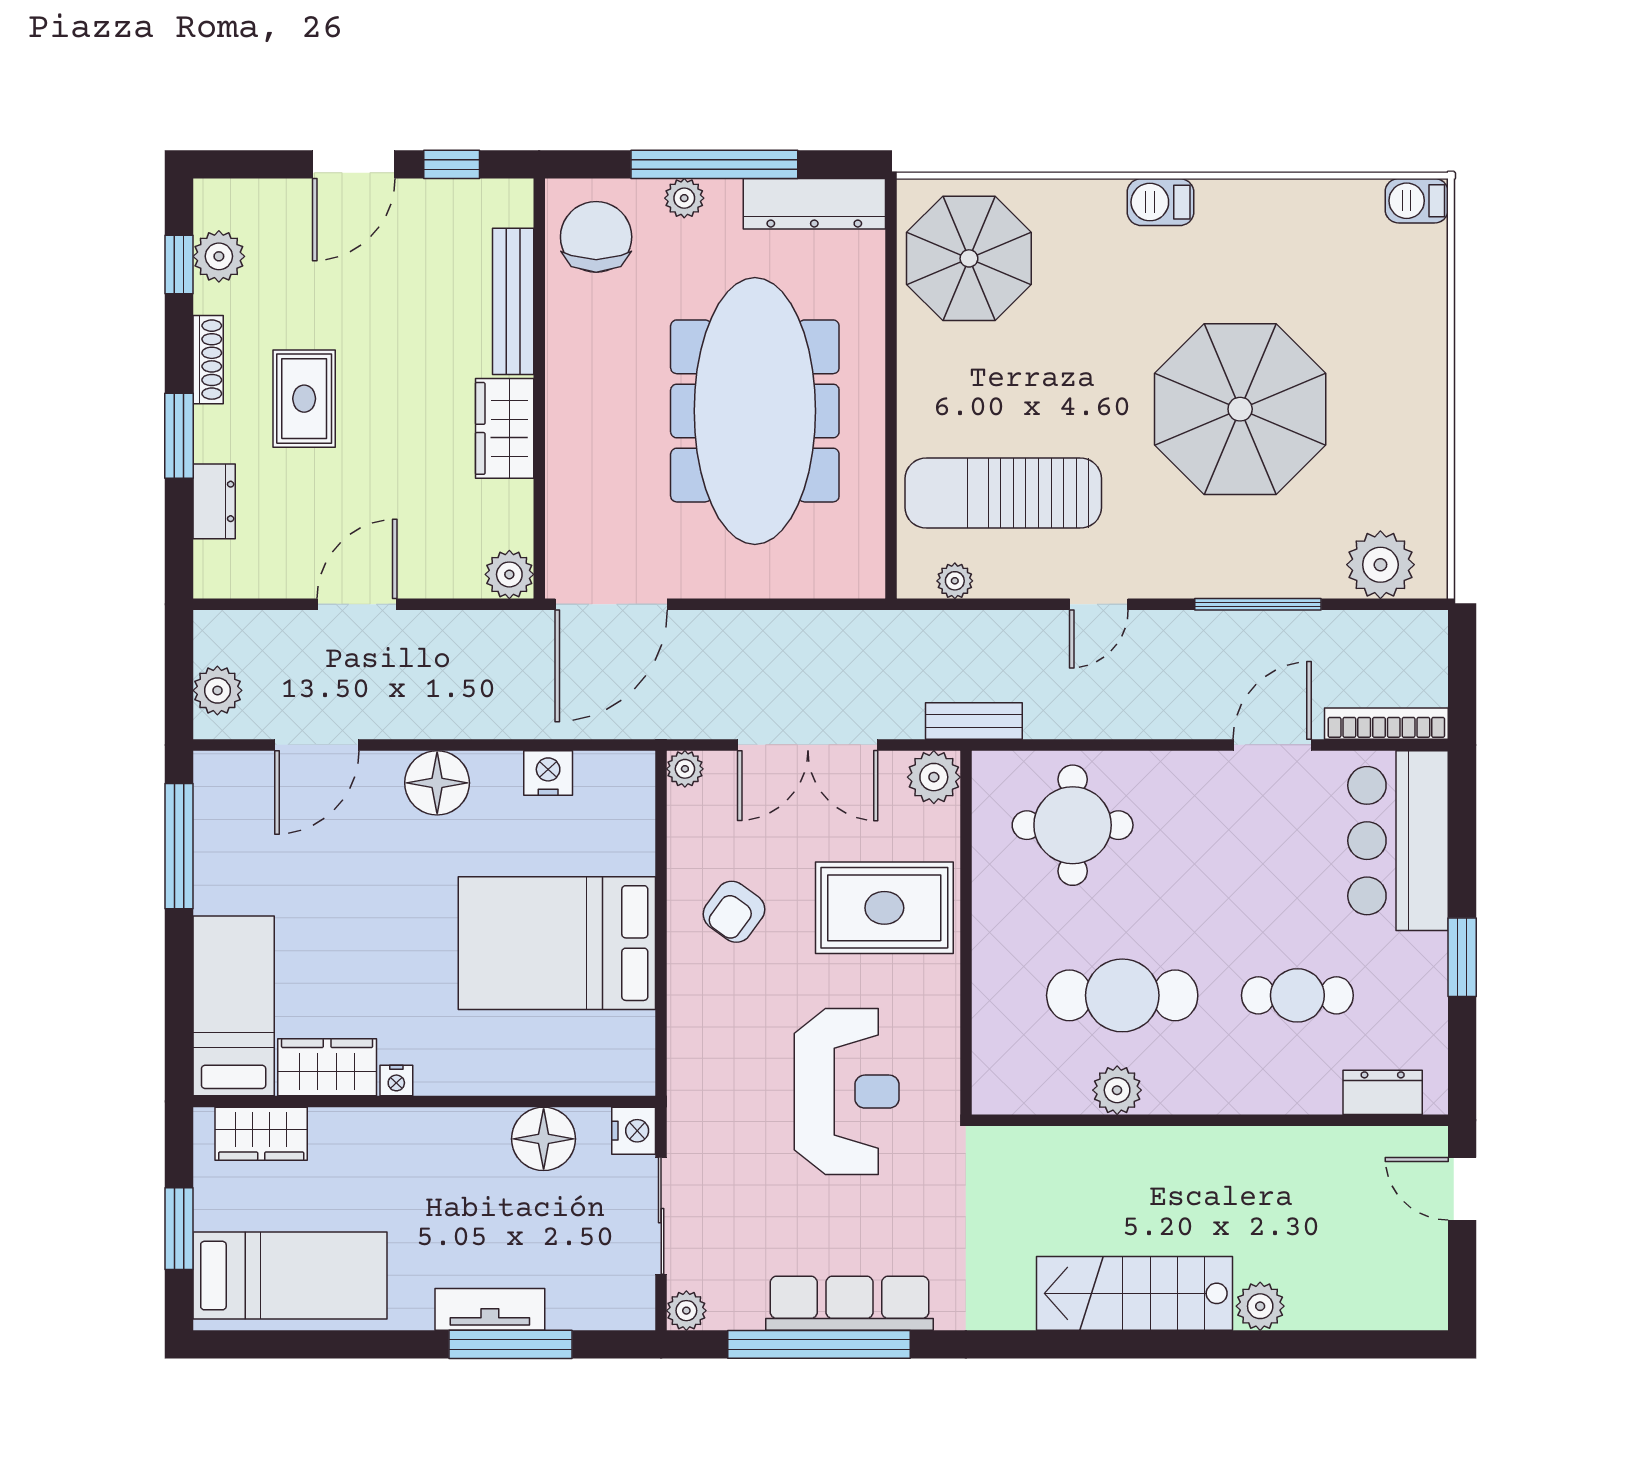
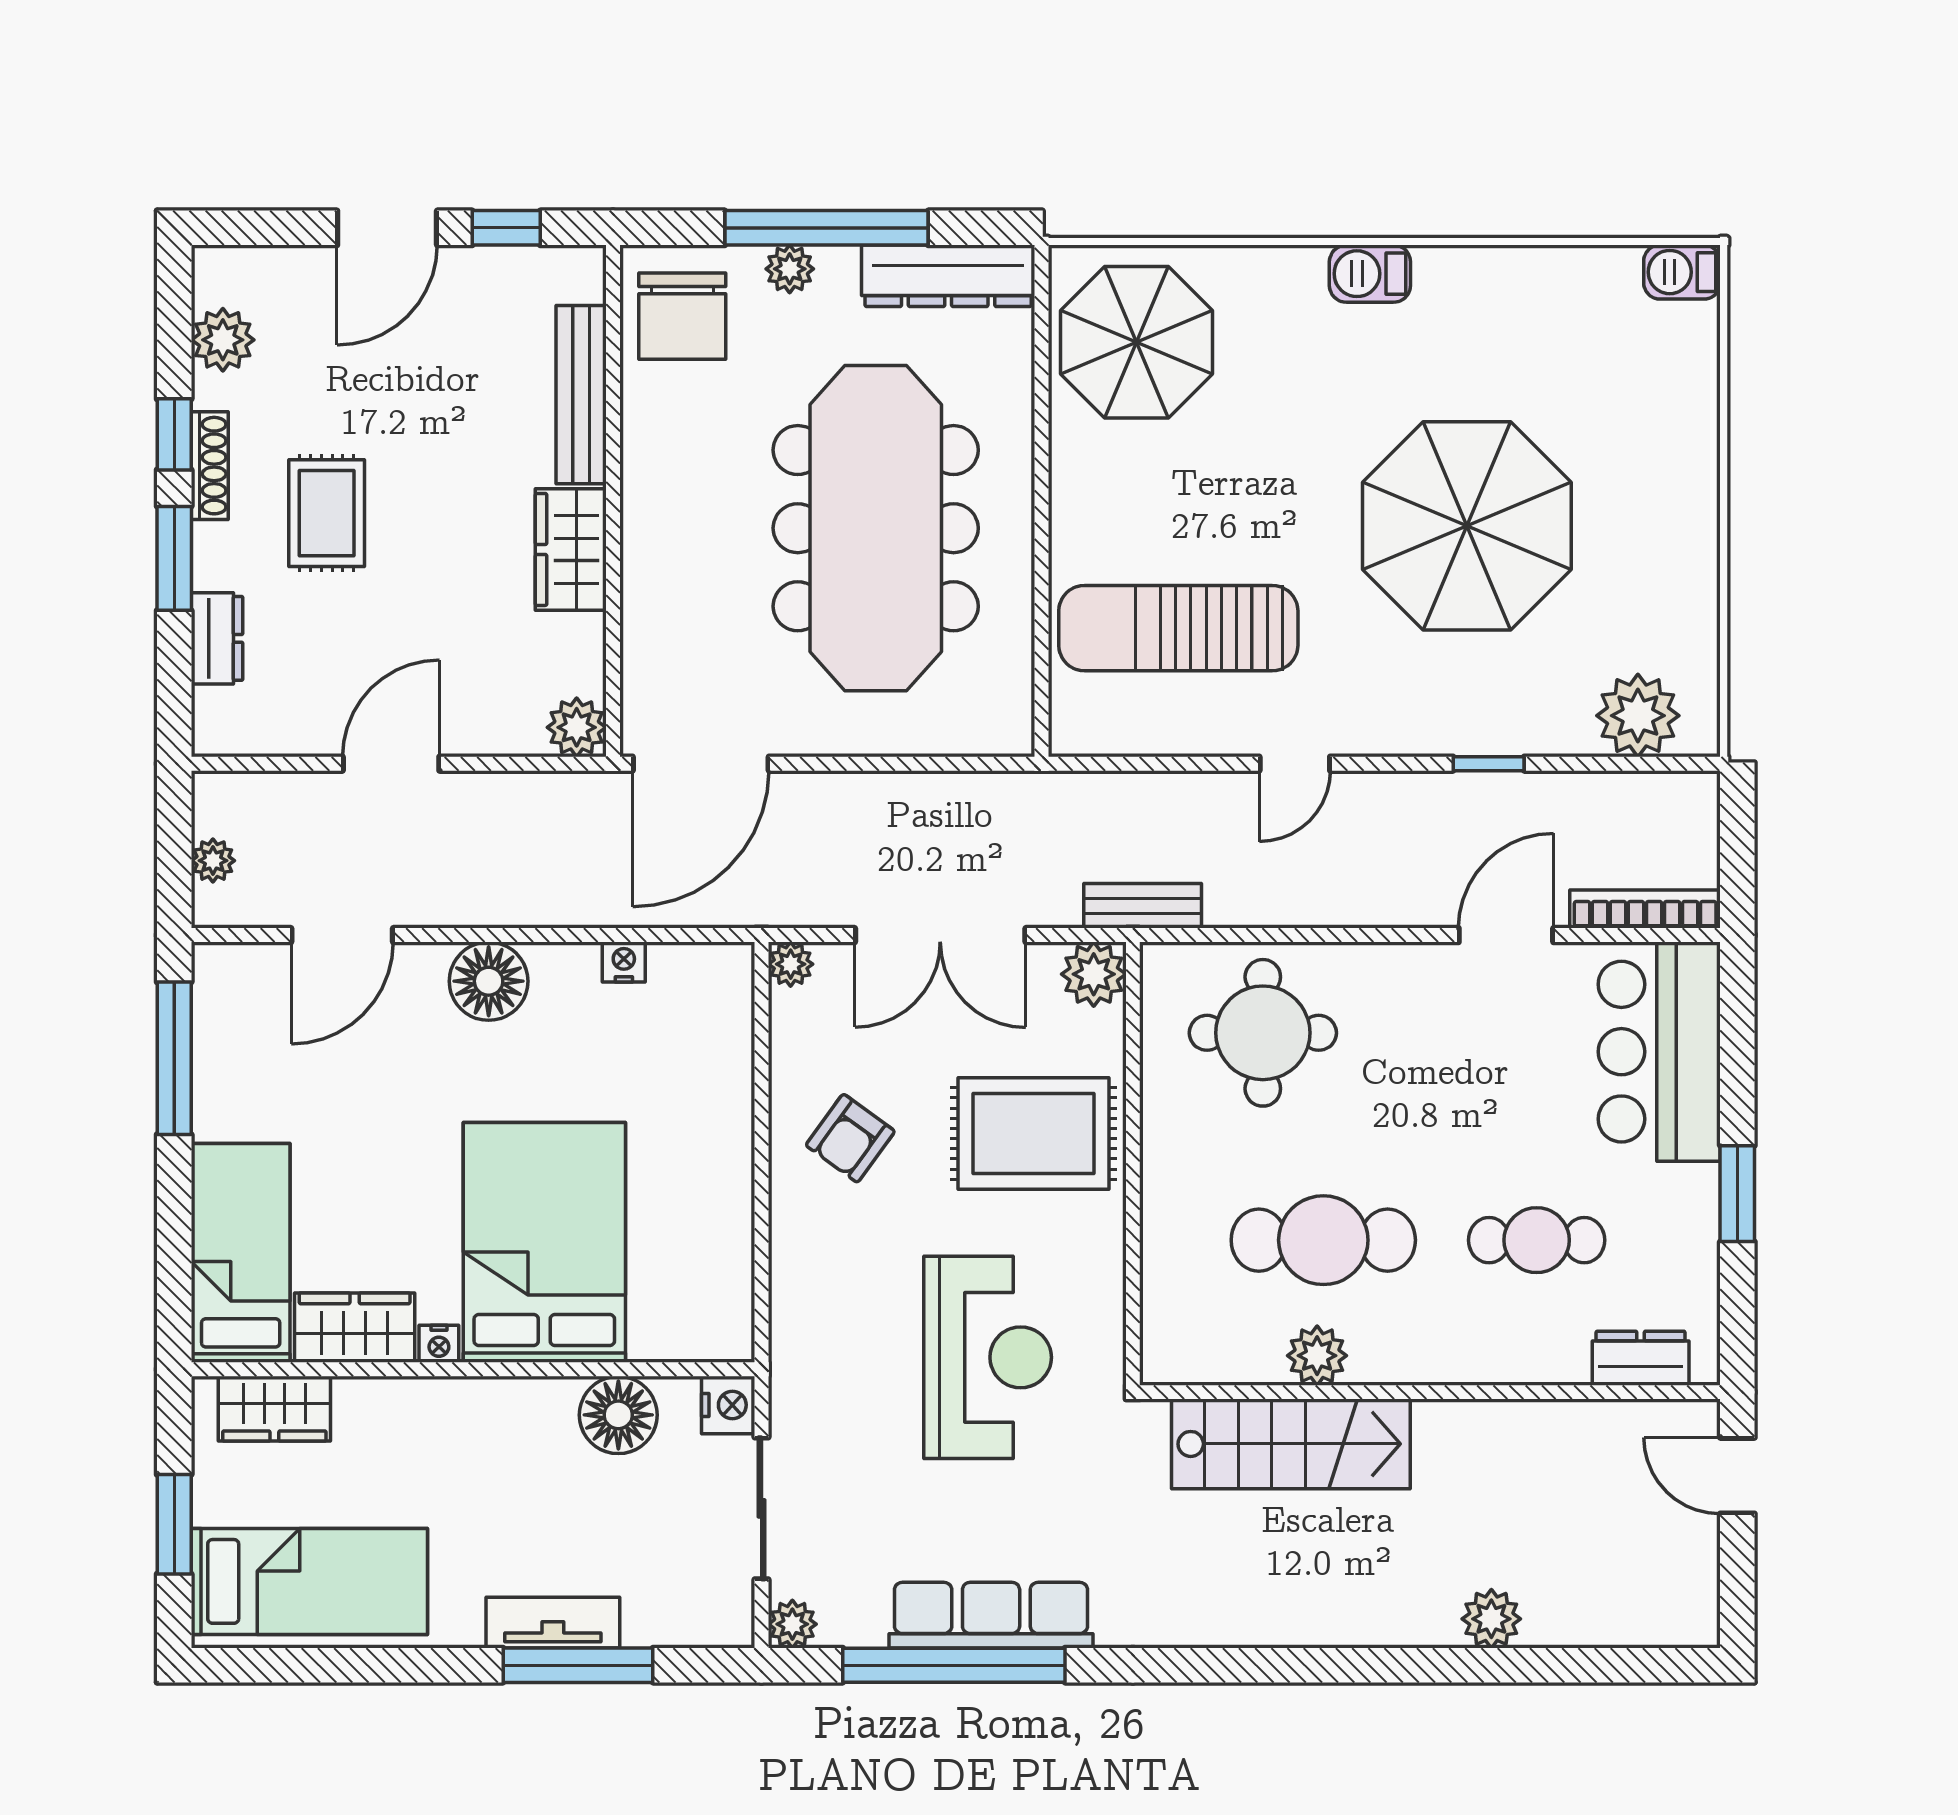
chair: (596, 237) -> (682, 316), turned 180
window: (179, 265) -> (174, 434), moved
plant: (955, 581) -> (1119, 735), removed
window: (1258, 604) -> (1489, 764), width x0.46
plant: (217, 690) -> (213, 861), width x0.73, depth x0.73
nightstand: (548, 773) -> (624, 962), width x0.72, depth x0.74
bed: (557, 943) -> (544, 1242), moved, turned 90
stairs: (1134, 1293) -> (1291, 1444), moved, turned 180

